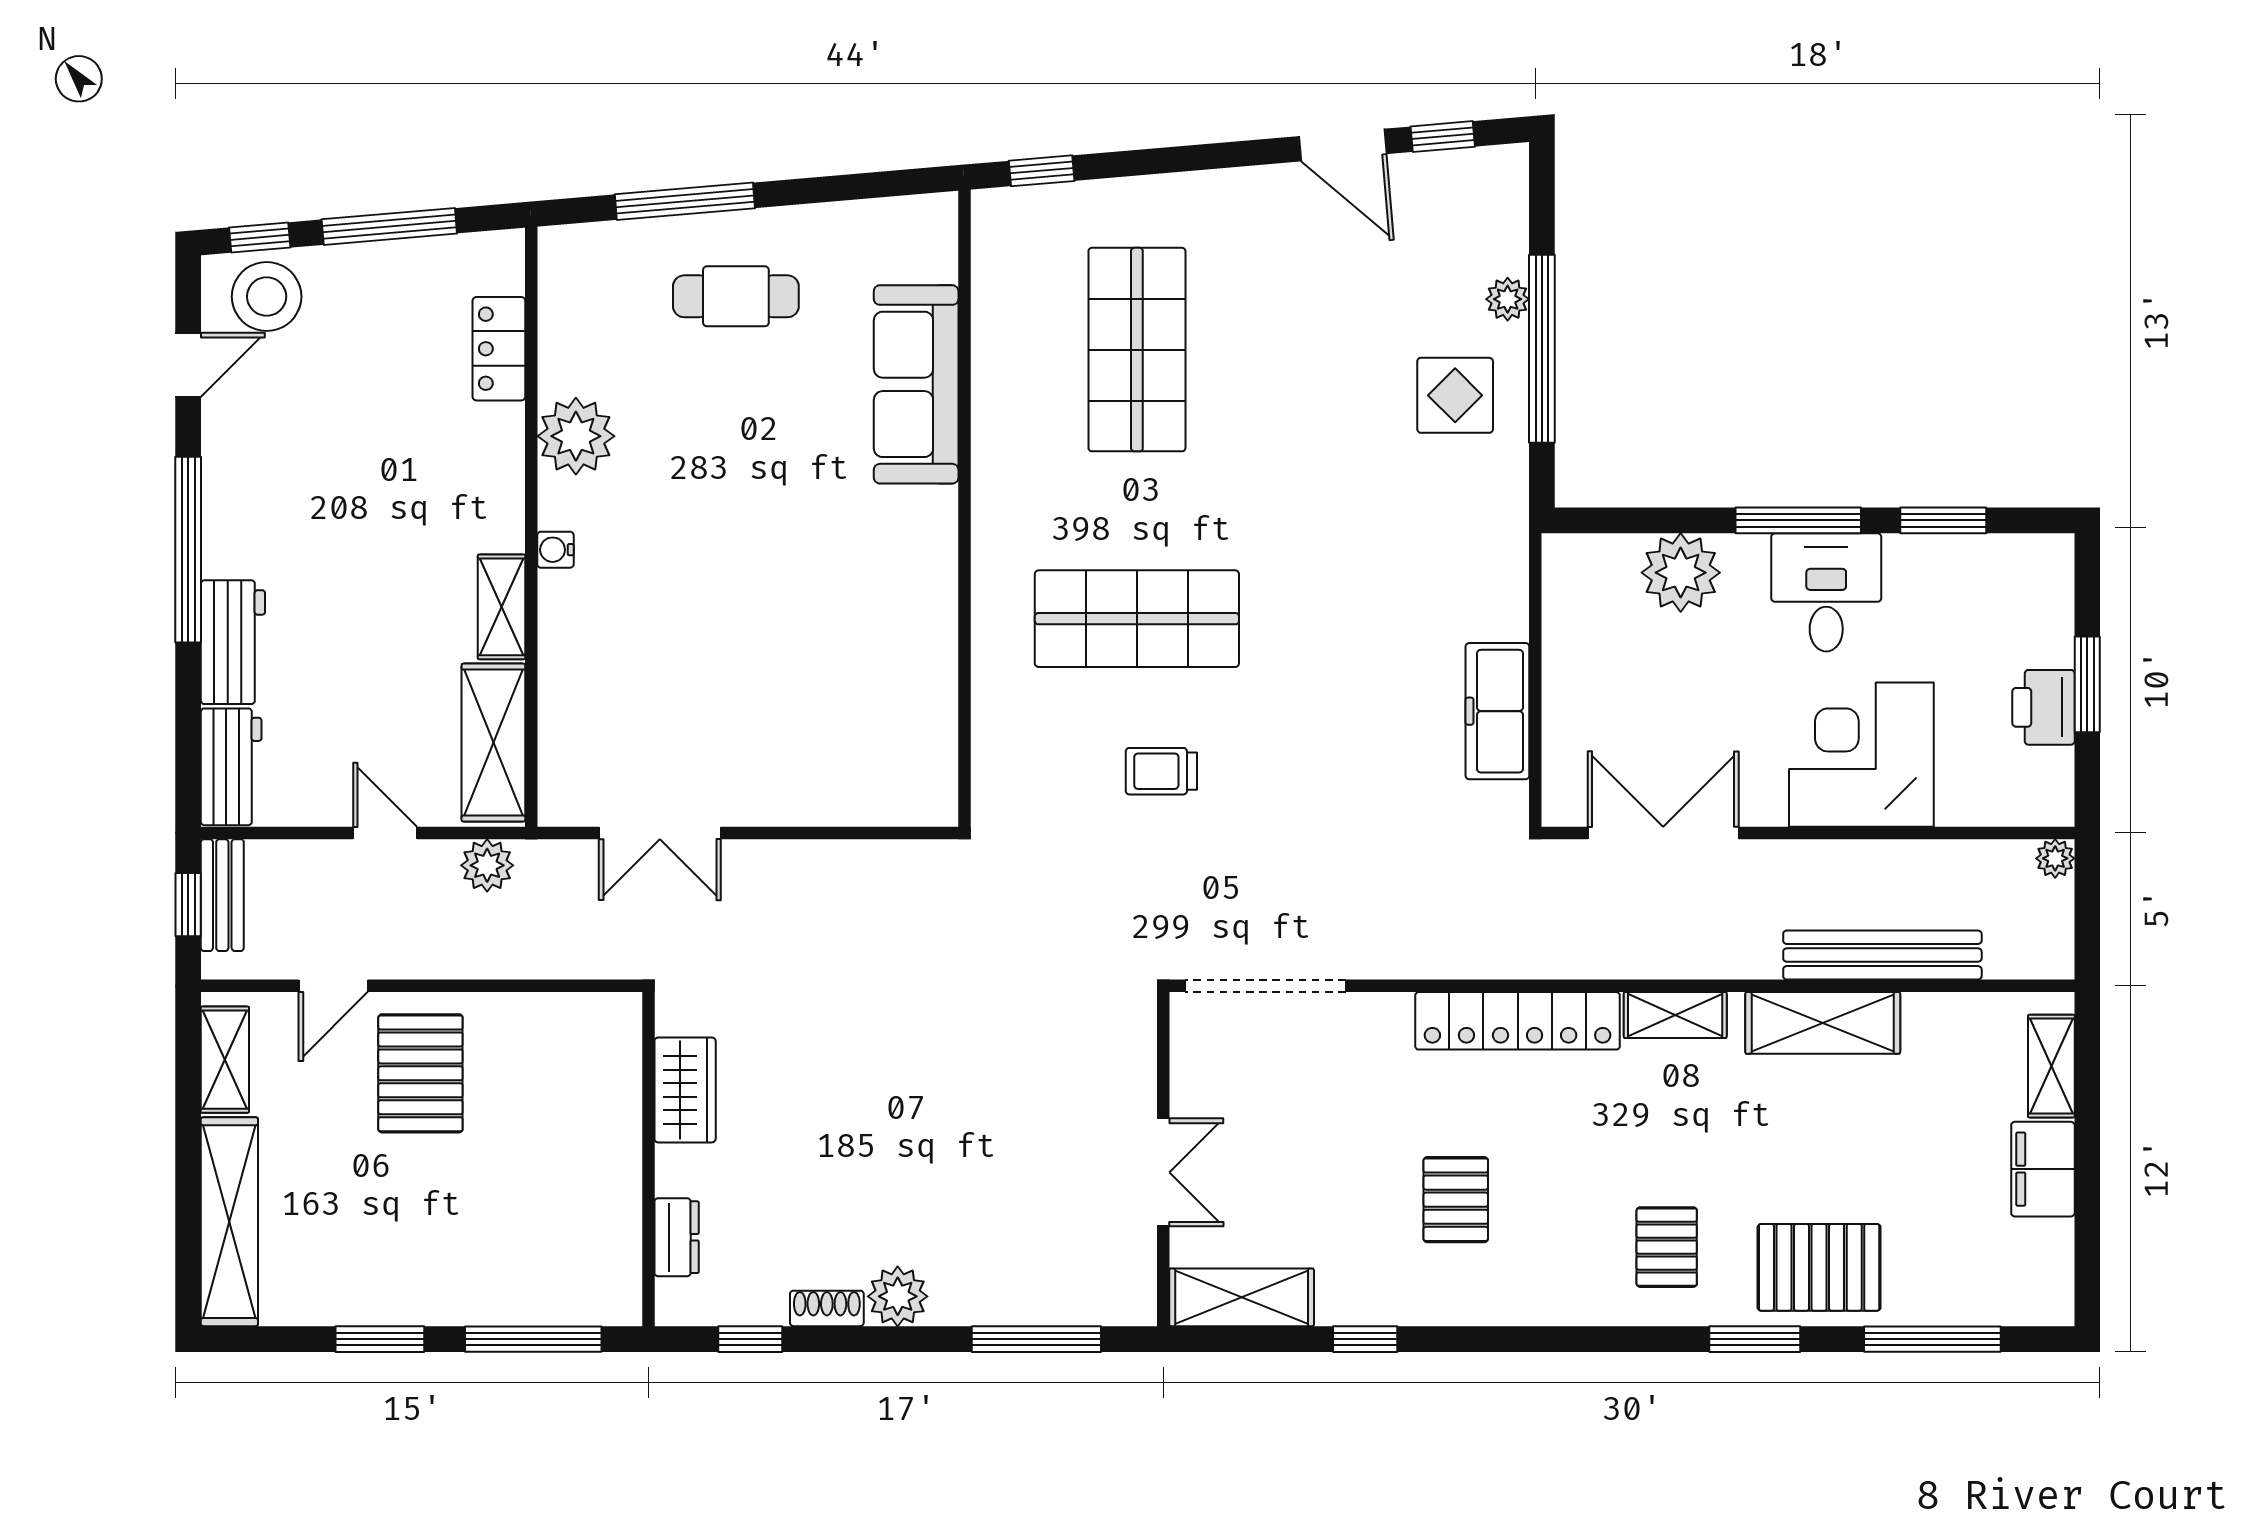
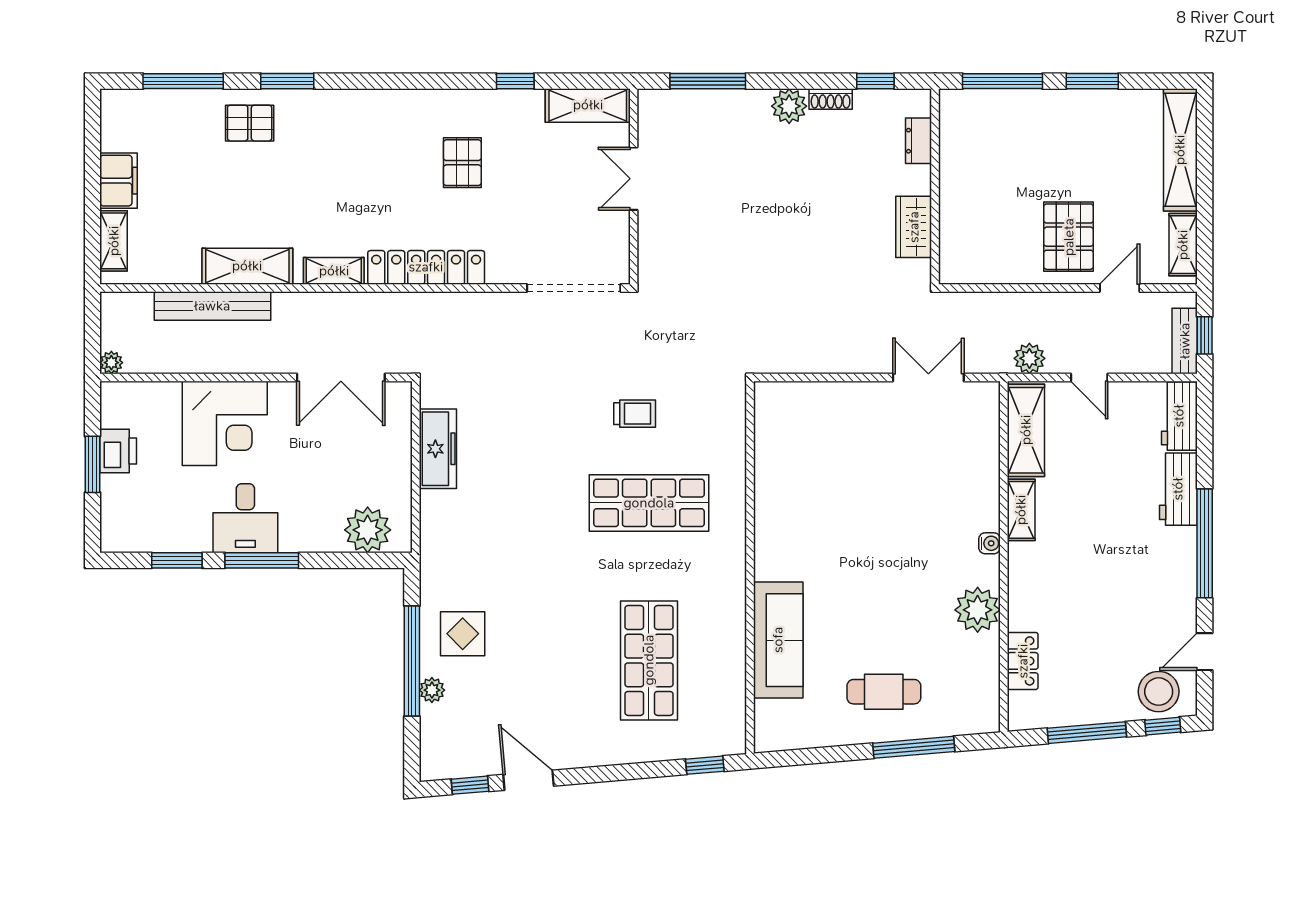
plant: (1681, 573) -> (368, 530), moved
pallet: (1667, 1247) -> (339, 135), removed
pallet: (1819, 1267) -> (250, 123), width x0.67, depth x0.71

